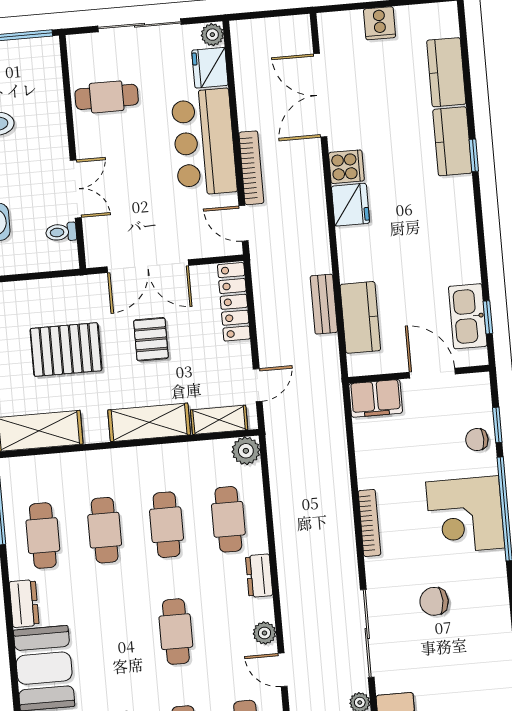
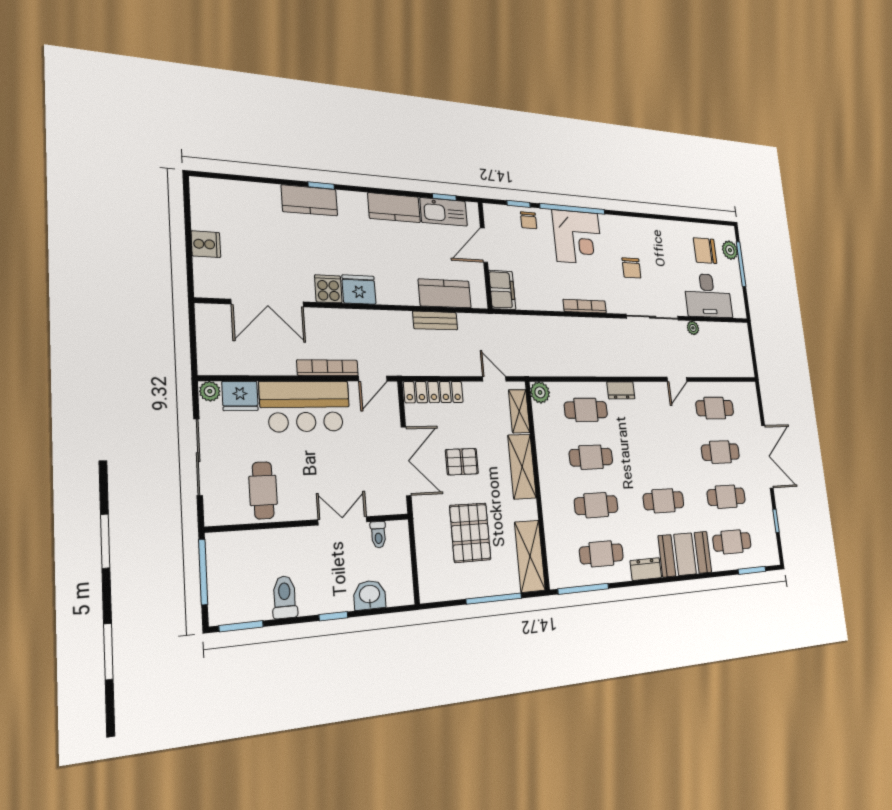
kitchen counter: (446, 72) -> (394, 208), moved
cafe table: (176, 632) -> (664, 501), moved
plant: (265, 633) -> (656, 390), removed

